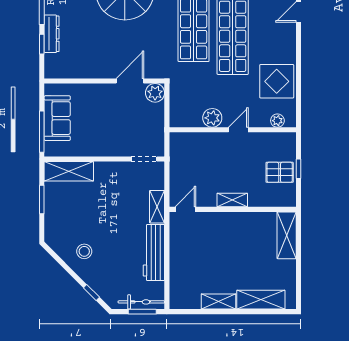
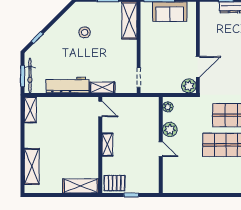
door: (130, 81) -> (198, 67), hinge flipped
display table: (277, 81) -> (198, 178), removed
plant: (277, 121) -> (168, 107), moved
pallet: (280, 172) -> (115, 183), moved, turned 90
stool: (84, 251) -> (85, 32), moved
shelving: (218, 302) -> (30, 110), moved

